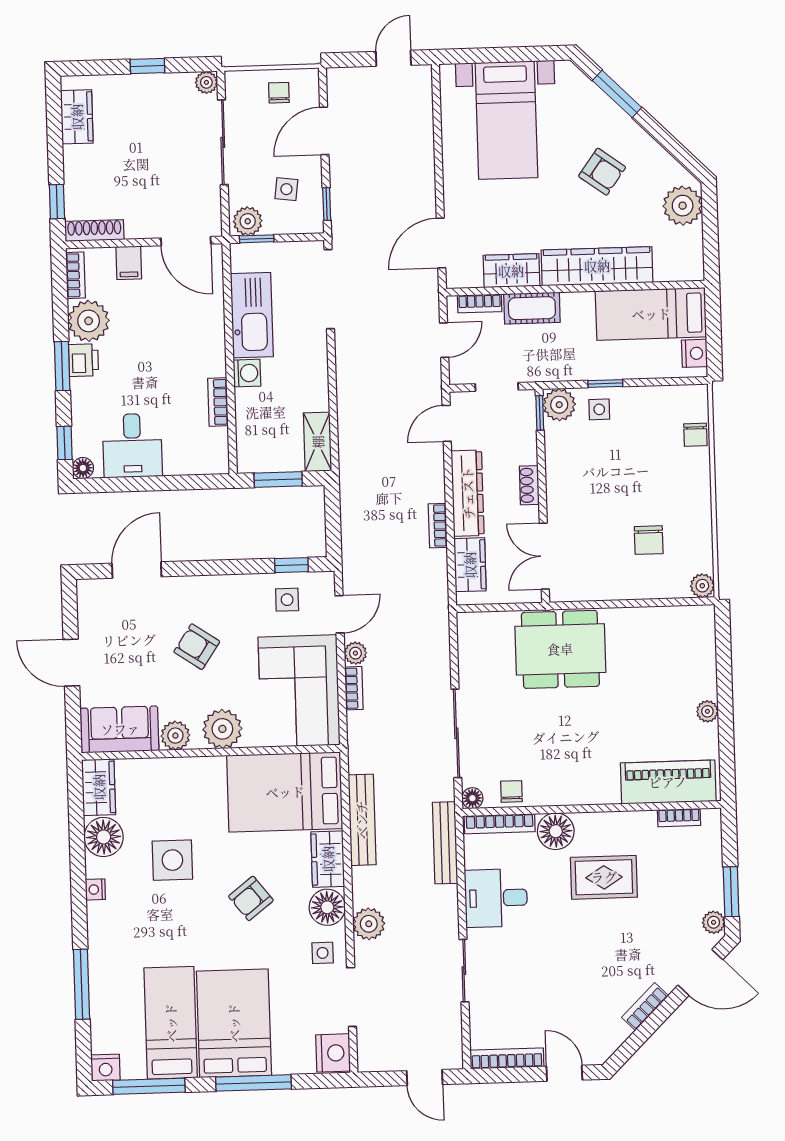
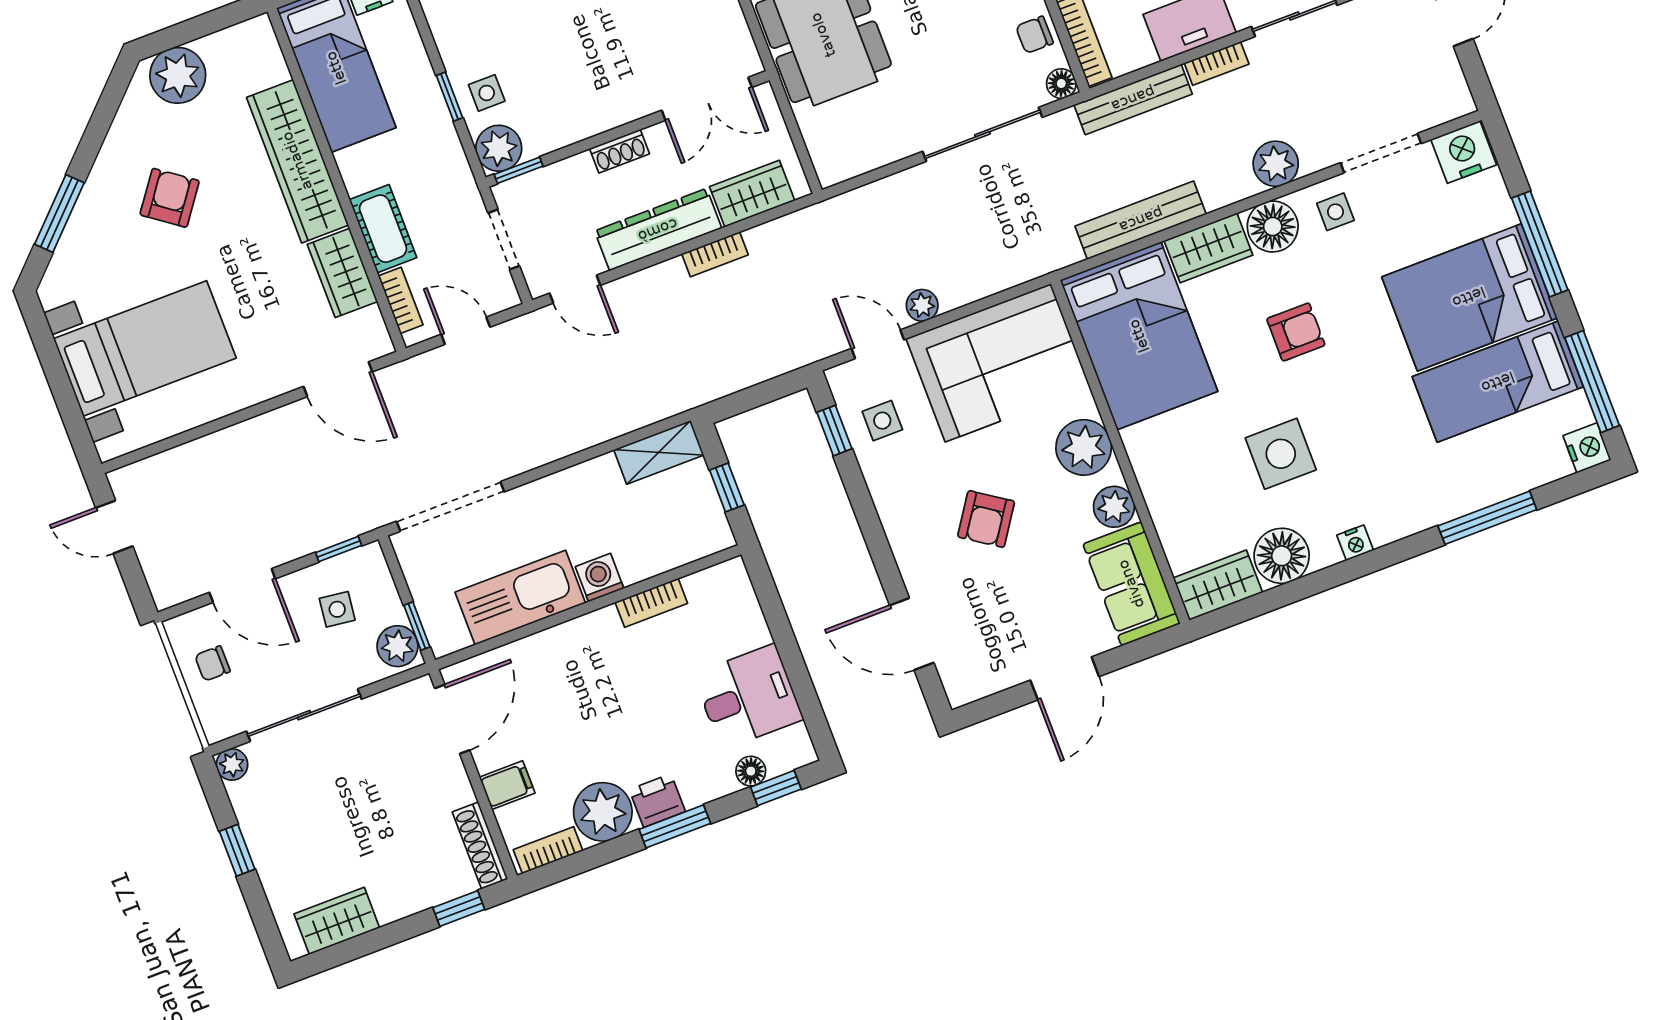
floor lamp: (83, 468) -> (751, 771), moved
window: (278, 480) -> (727, 487), width x0.67
bookcase: (354, 688) -> (1217, 63), moved, turned 180
armchair: (251, 898) -> (1296, 332), turned -52

